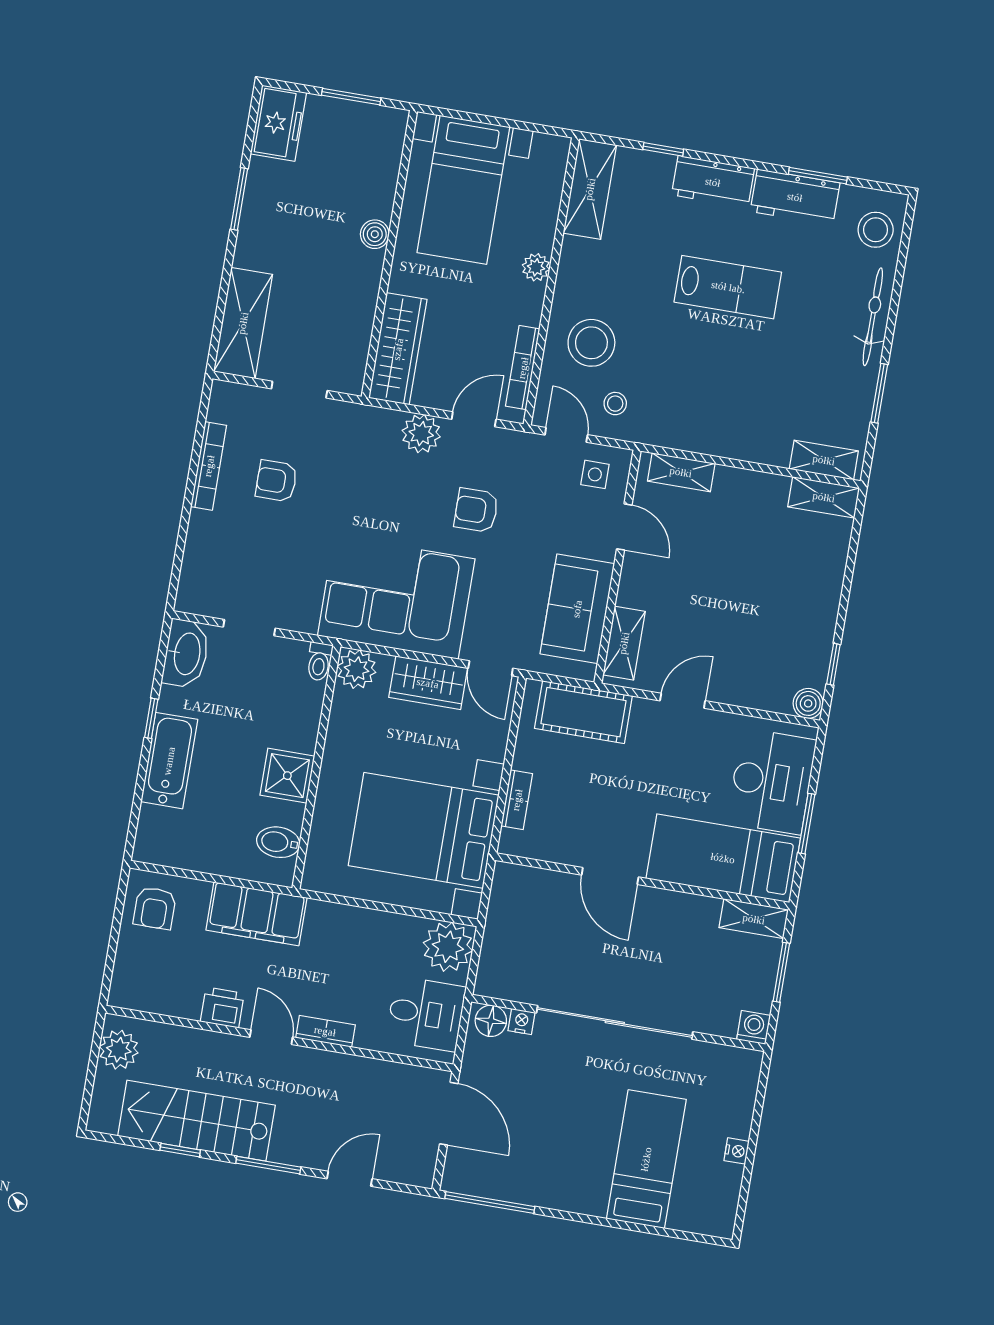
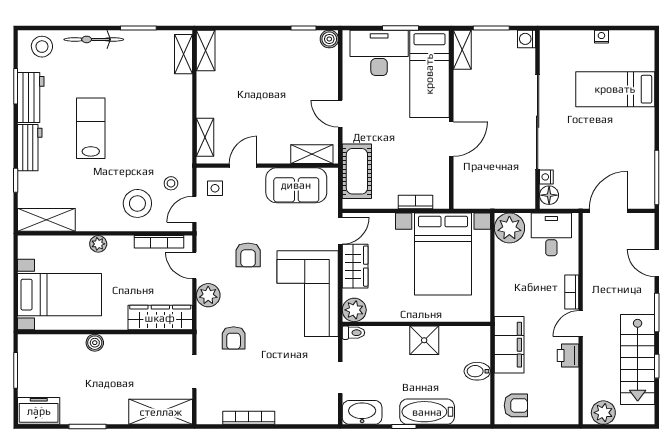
armchair: (276, 481) -> (234, 338), moved
bidet: (278, 842) -> (477, 371), moved, turned 90

